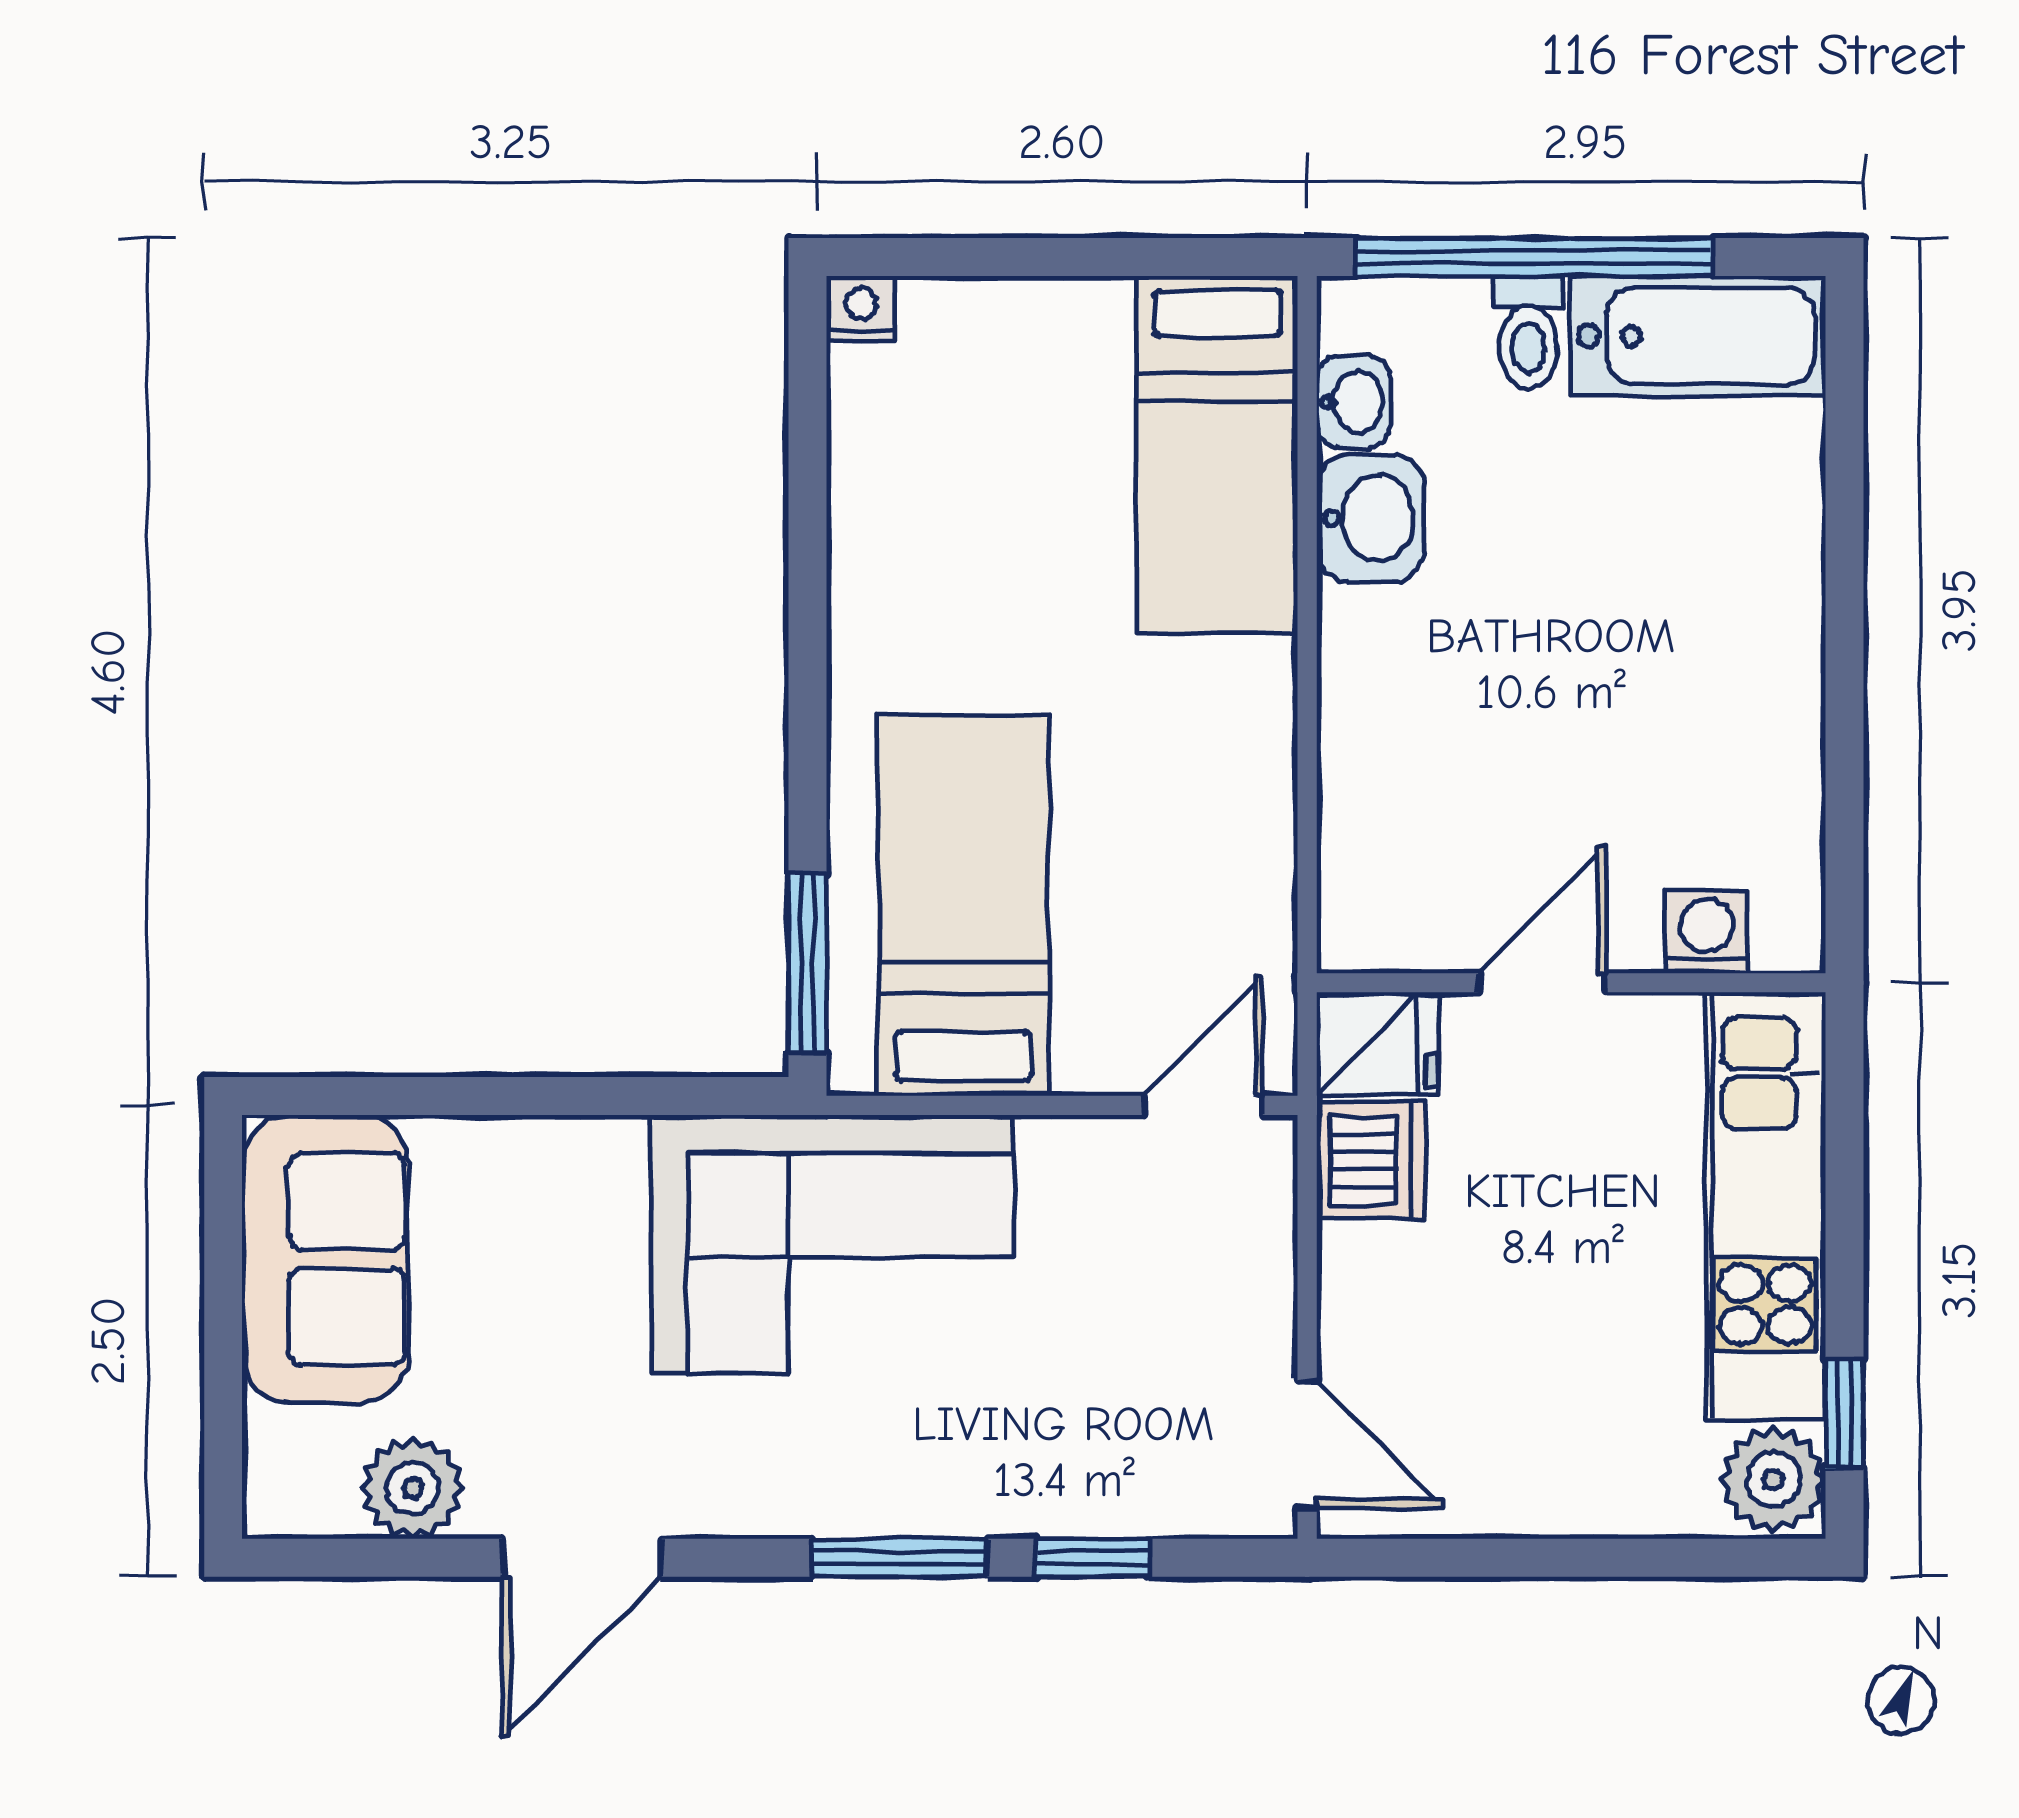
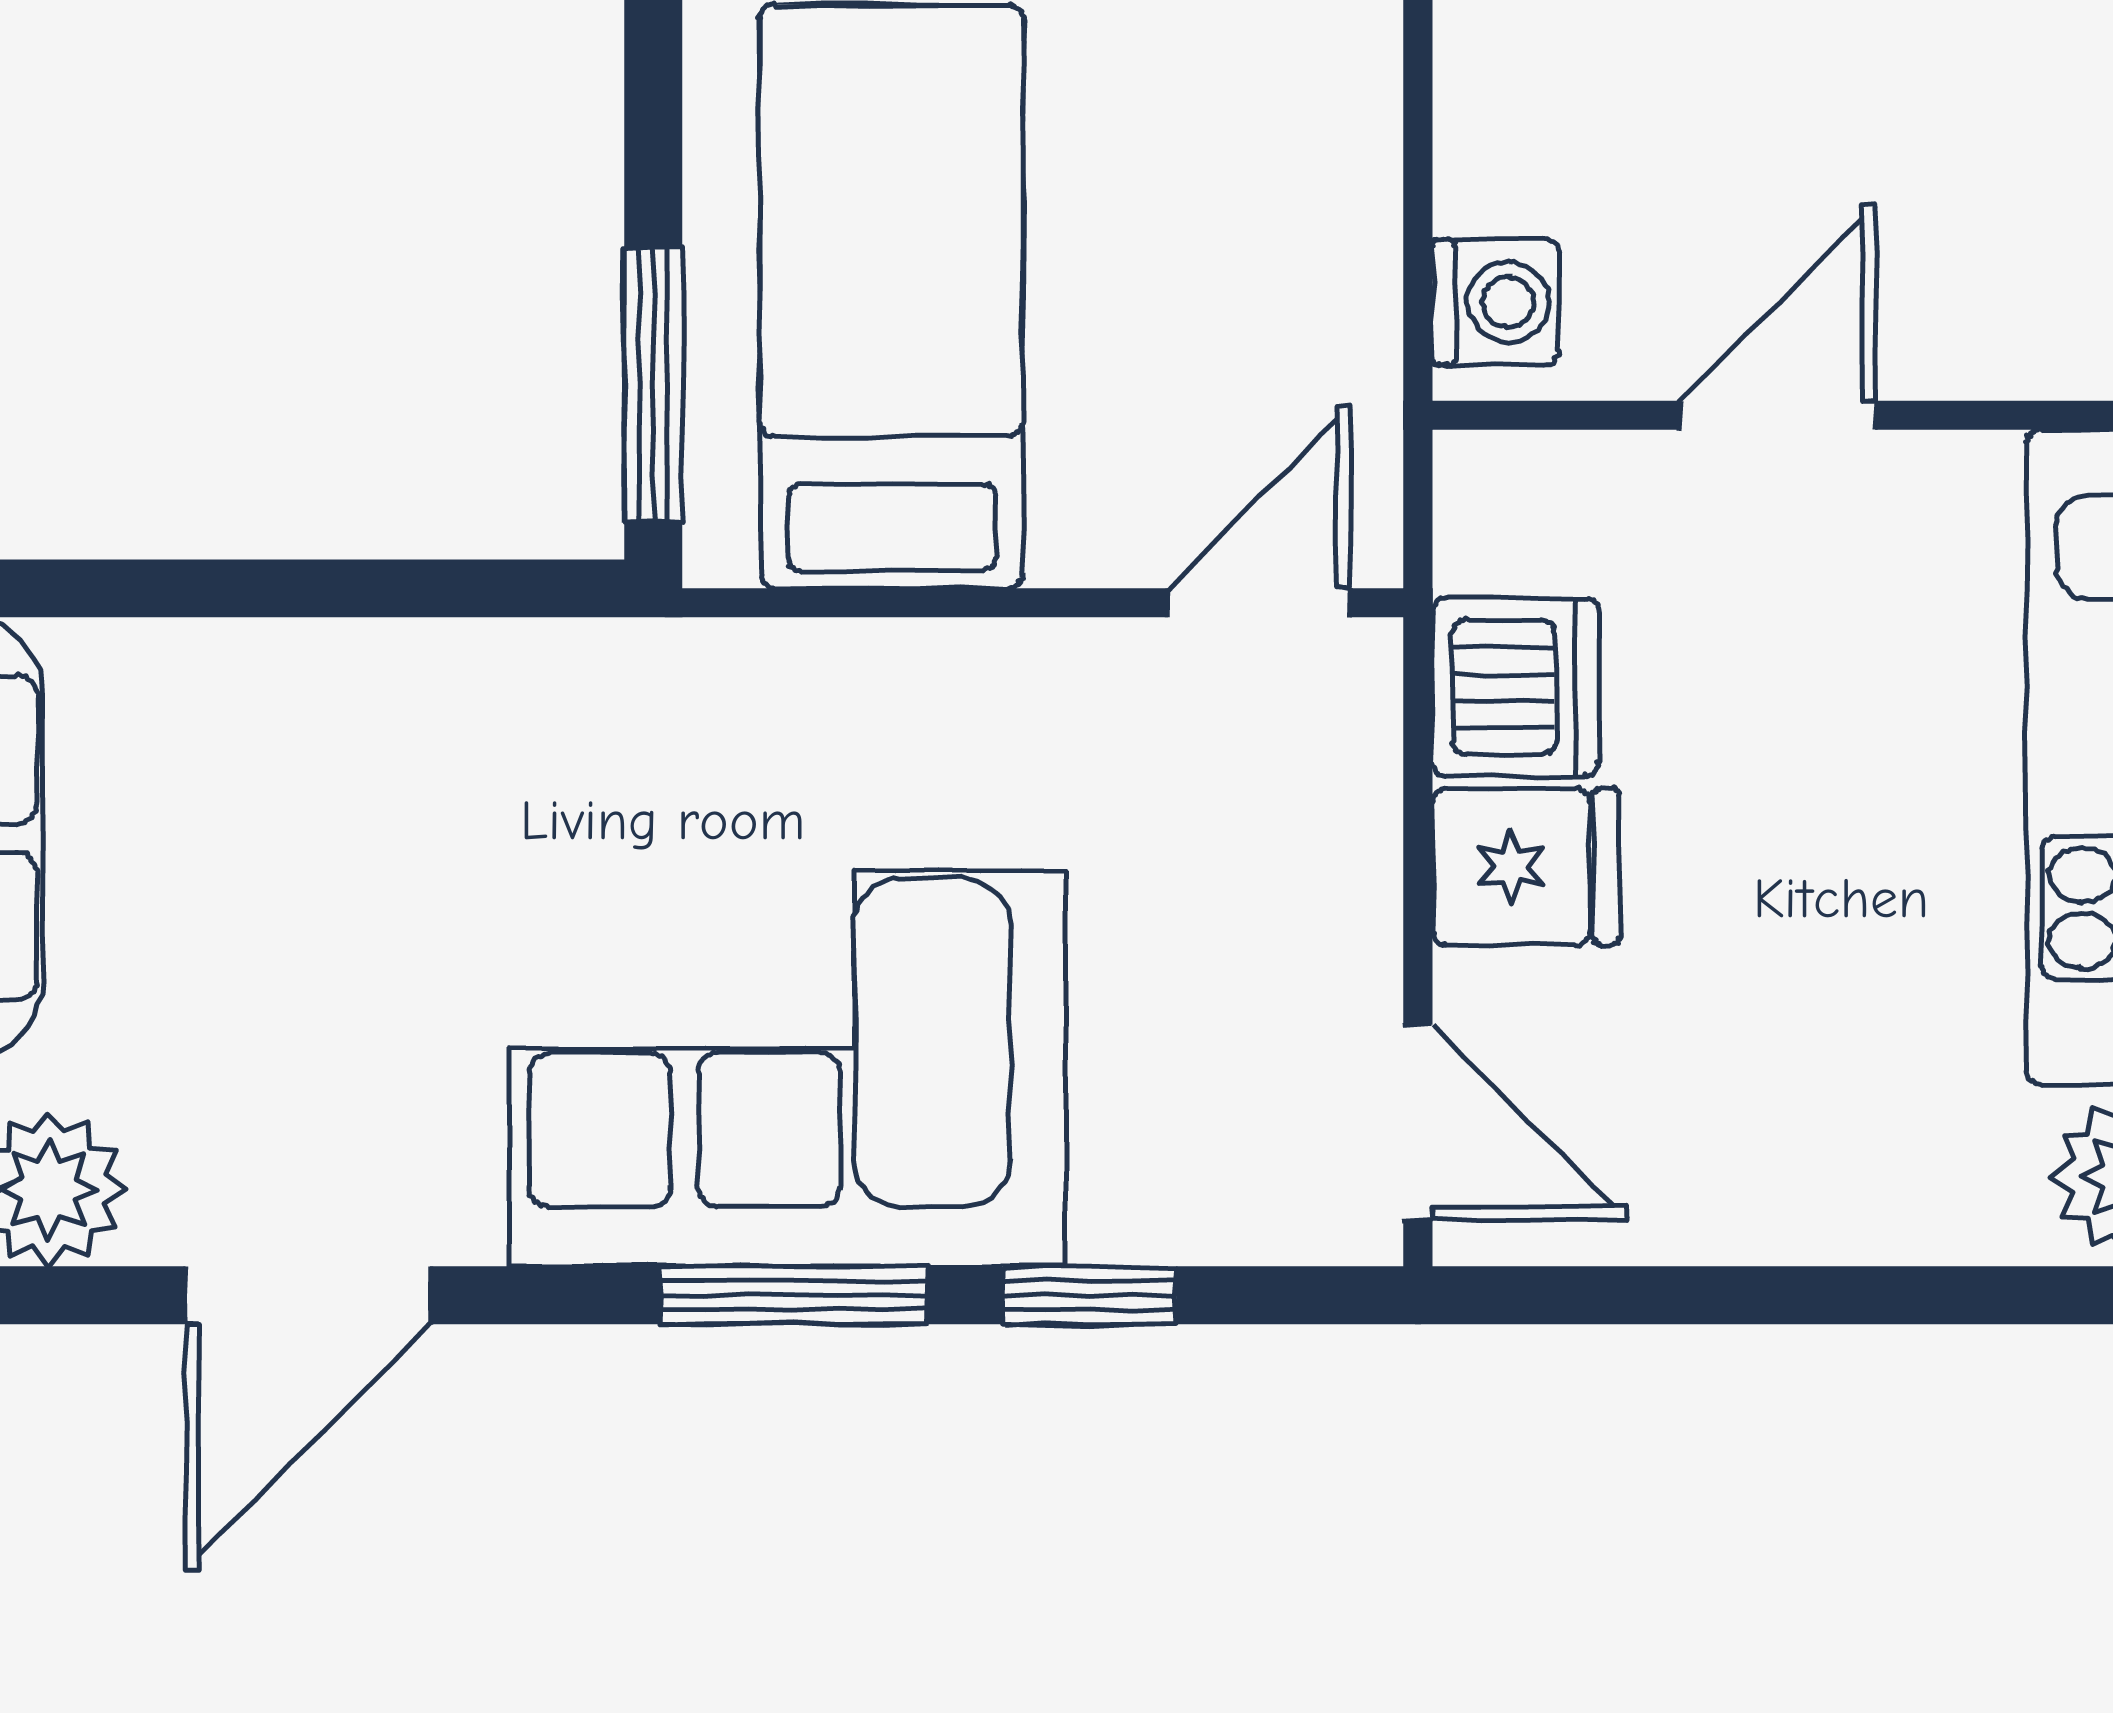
washing machine: (1706, 932) -> (1496, 302), moved, turned 90
fridge: (1378, 1043) -> (1526, 866), moved
corner sofa: (832, 1244) -> (787, 1068), moved, turned 180

